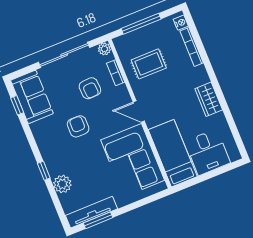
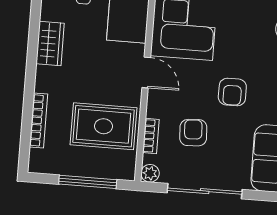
nightstand: (181, 23) -> (37, 158), removed
rug: (149, 64) -> (104, 126), width x1.36, depth x1.43

